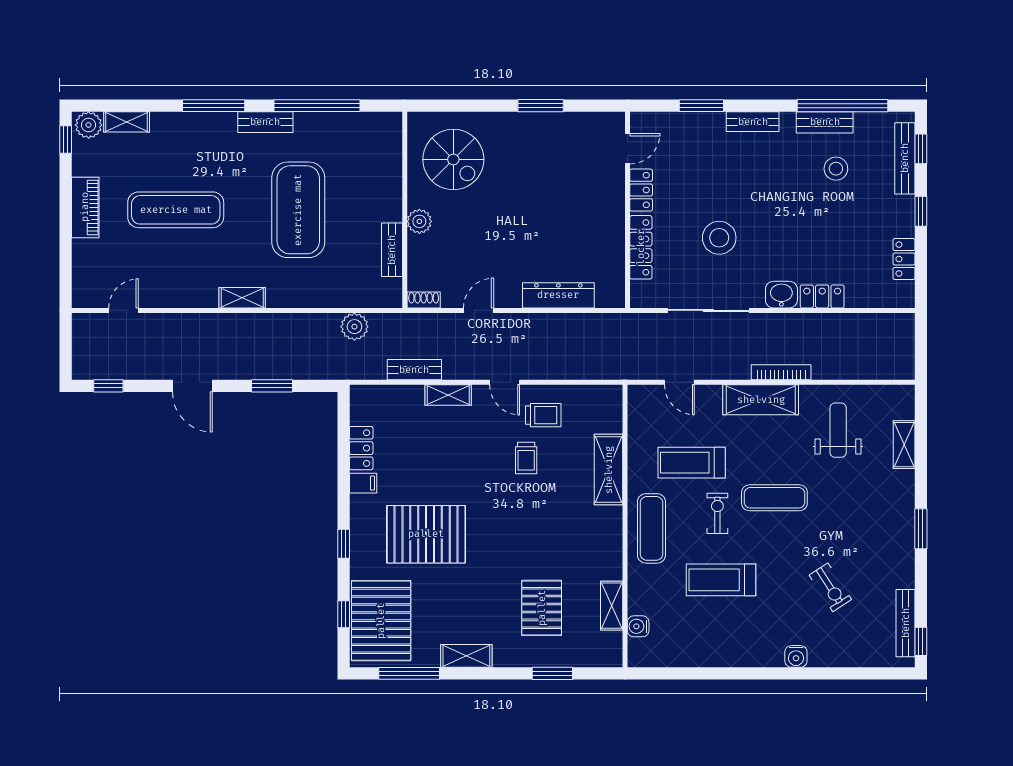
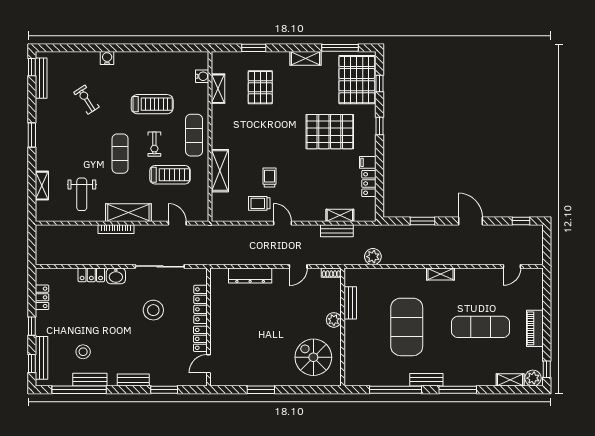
shelving: (448, 395) -> (340, 215), moved
exercise mat: (774, 498) -> (120, 154), turned 90

